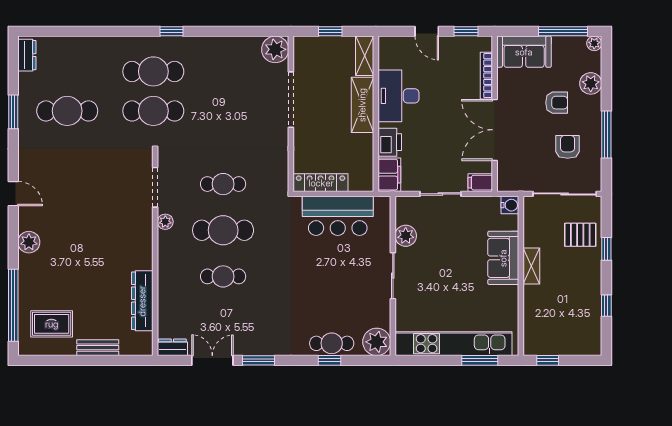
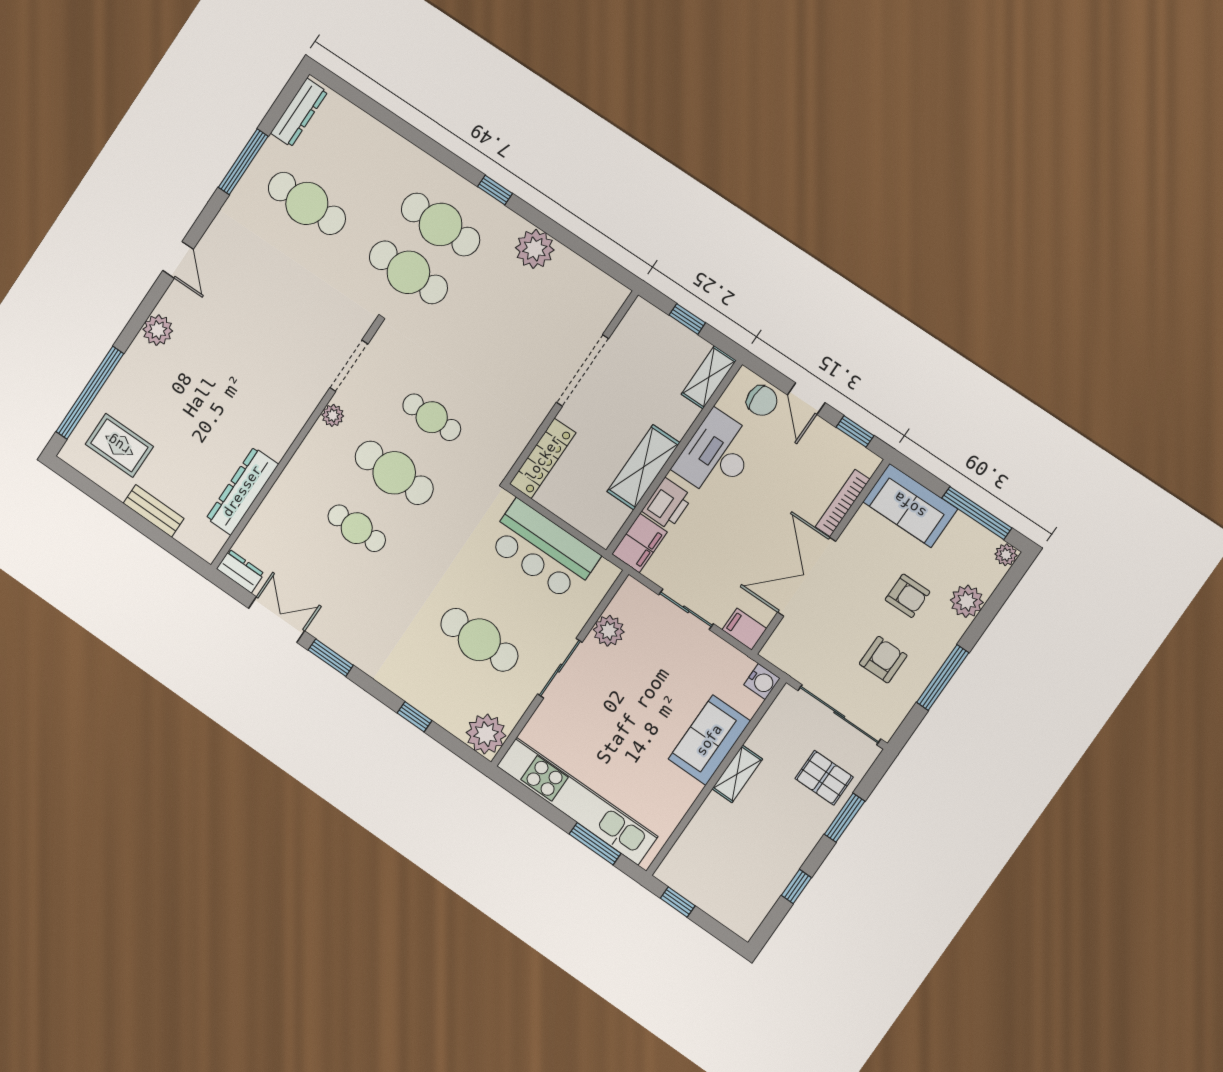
plant: (275, 49) -> (535, 249), moved
chair: (403, 49) -> (762, 401), added
dresser: (27, 55) -> (299, 113), width x1.44
shelving: (362, 105) -> (643, 467), moved
window: (13, 112) -> (243, 162), width x1.44
locker: (321, 183) -> (543, 458), moved, turned 90
window: (606, 249) -> (845, 818), width x1.50
cafe table: (332, 343) -> (479, 640), moved, width x1.37, depth x1.35

